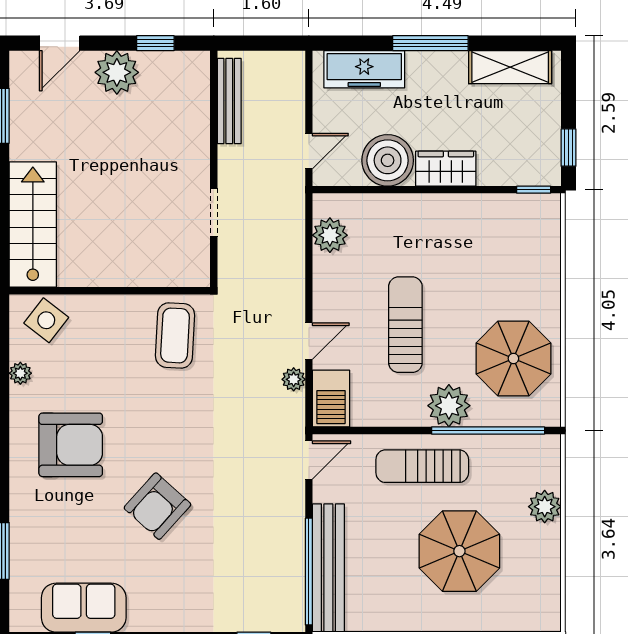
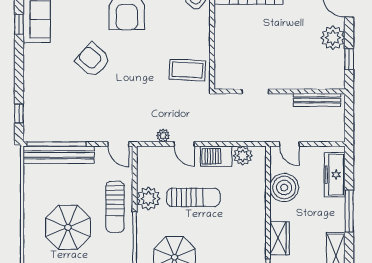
wardrobe: (446, 169) -> (280, 238), moved
barbecue: (331, 399) -> (216, 156), moved
plant: (449, 406) -> (148, 199), moved
sun lounger: (422, 466) -> (115, 207), turned 180

